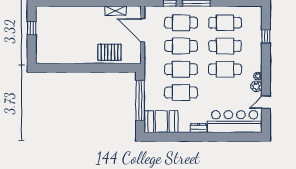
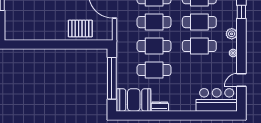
plant: (256, 86) -> (232, 34), moved
bar counter: (235, 122) -> (217, 100), width x0.73
dresser: (198, 128) -> (160, 107), moved

